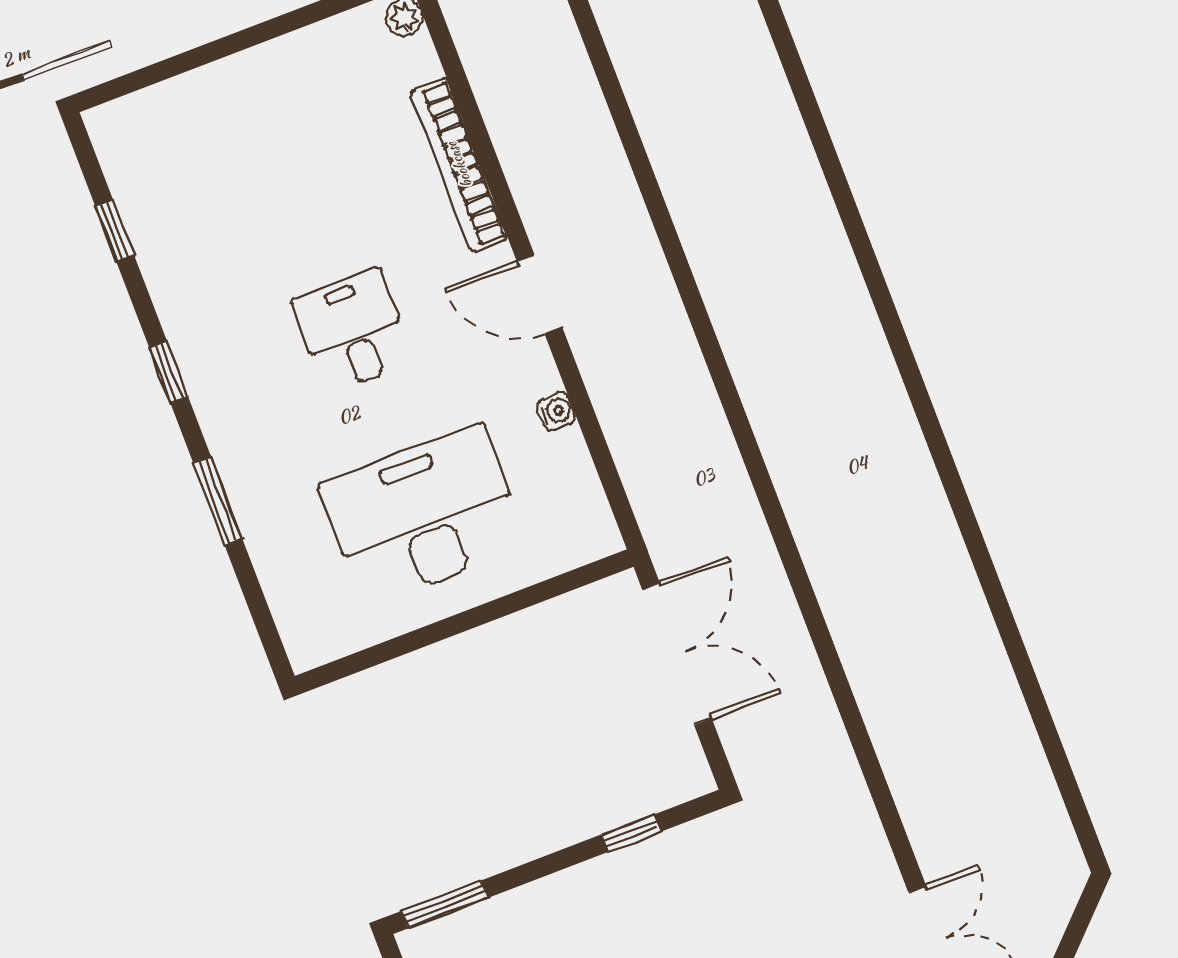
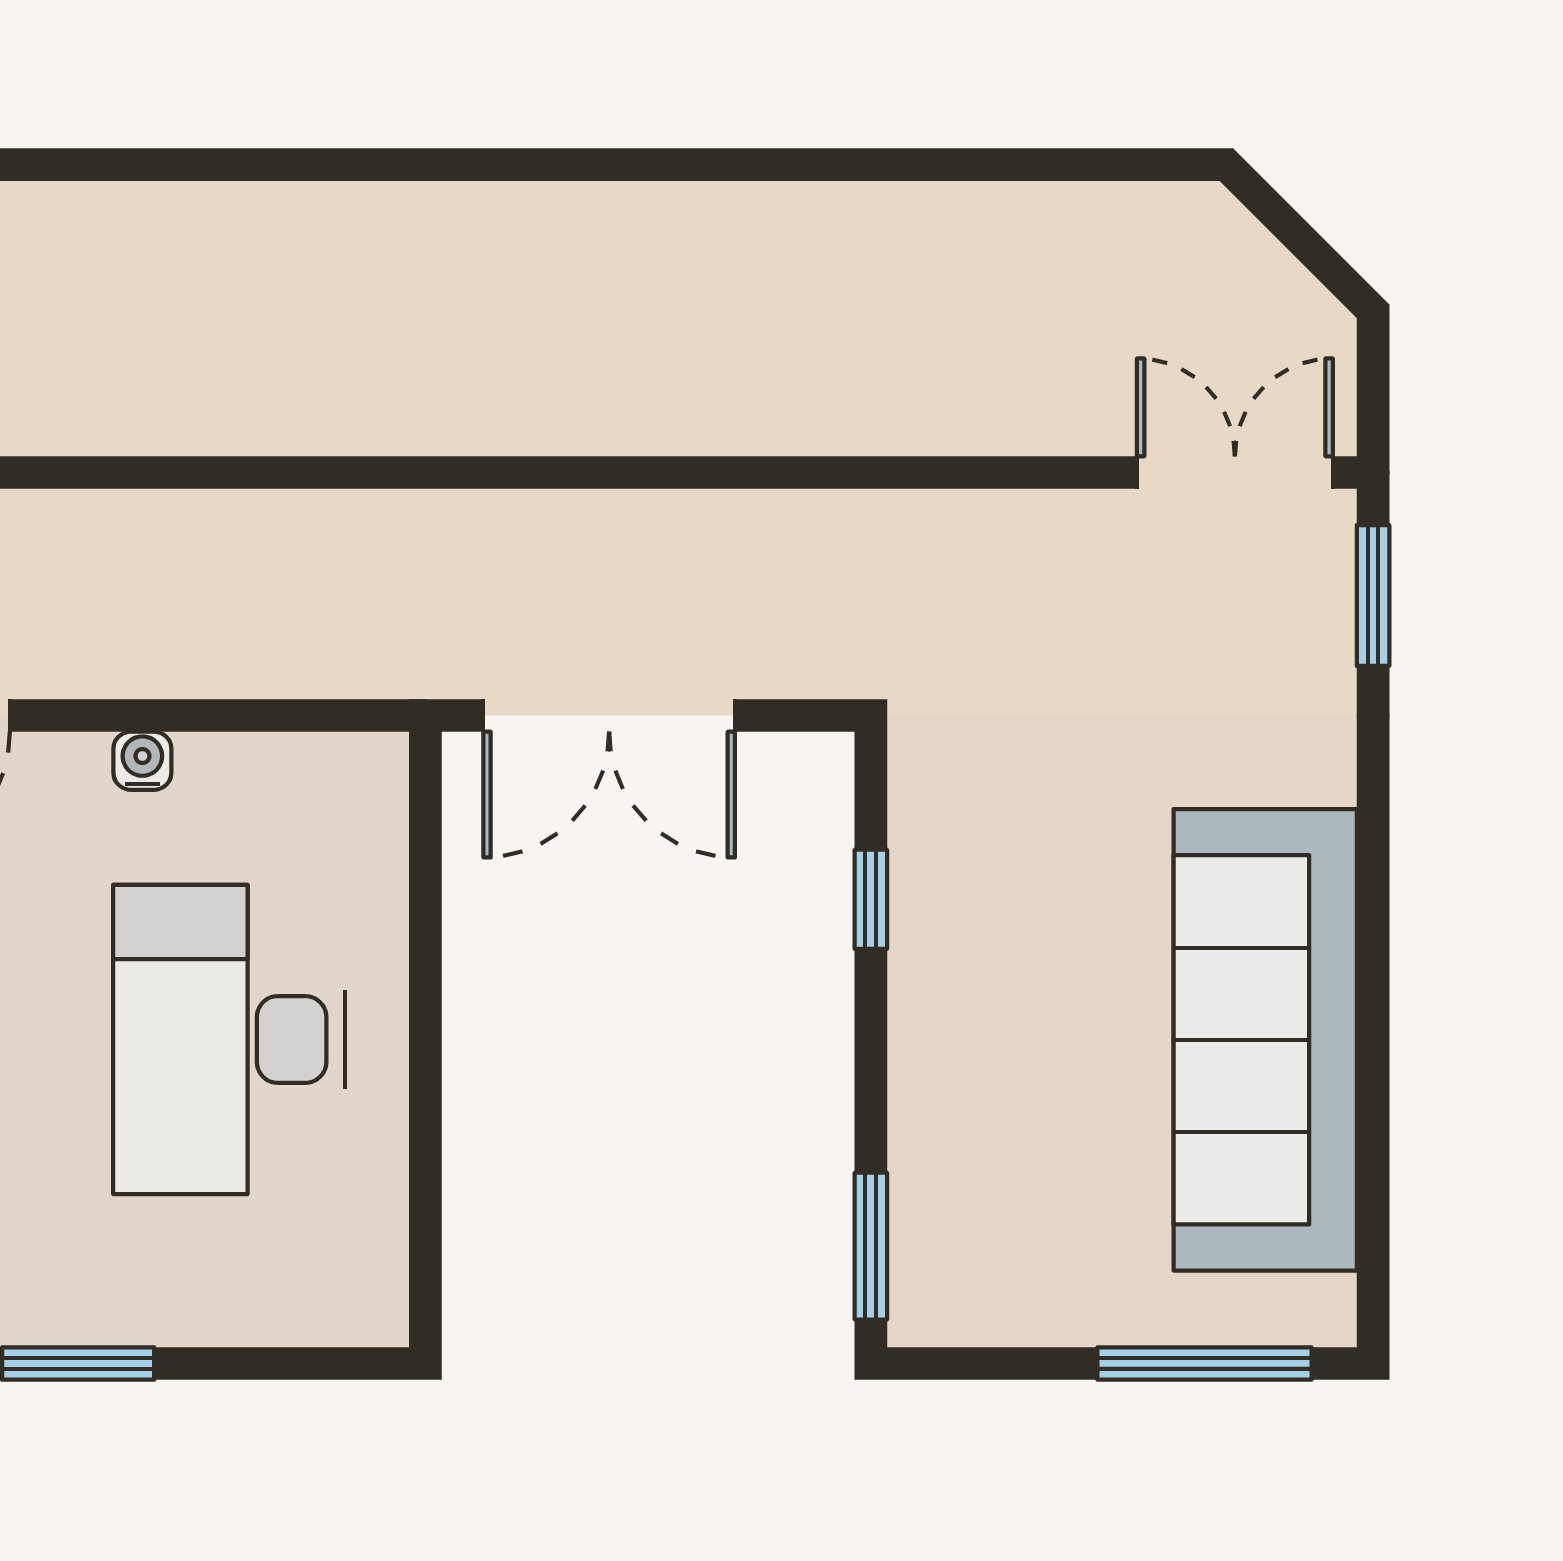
double door: (677, 654) -> (609, 715), swing flipped

